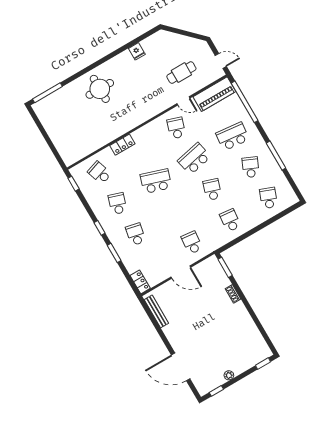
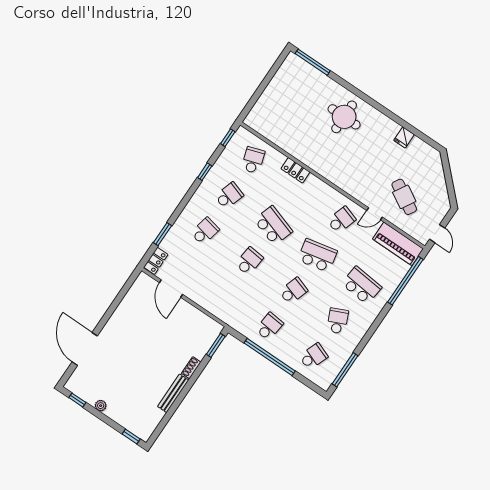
cafe table: (181, 73) -> (404, 197), turned 30
door: (183, 101) -> (375, 214), hinge flipped
window: (276, 156) -> (345, 370), moved
school desk: (250, 167) -> (338, 321), turned -48
window: (99, 228) -> (205, 172), moved
window: (253, 231) -> (270, 357), added
school desk: (192, 243) -> (249, 261), moved
window: (114, 253) -> (162, 234), moved
door: (181, 272) -> (171, 289), moved
bench: (156, 311) -> (173, 393), moved

